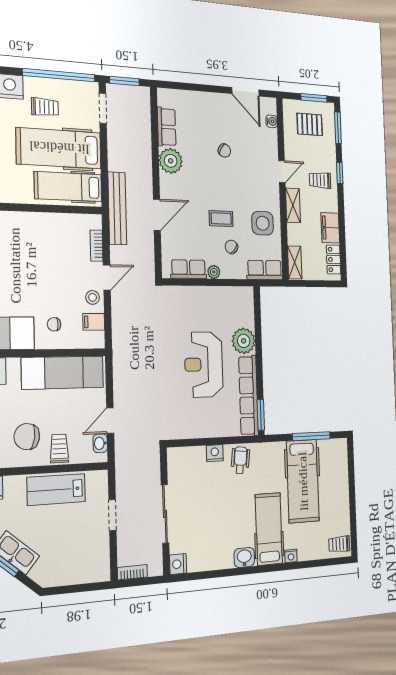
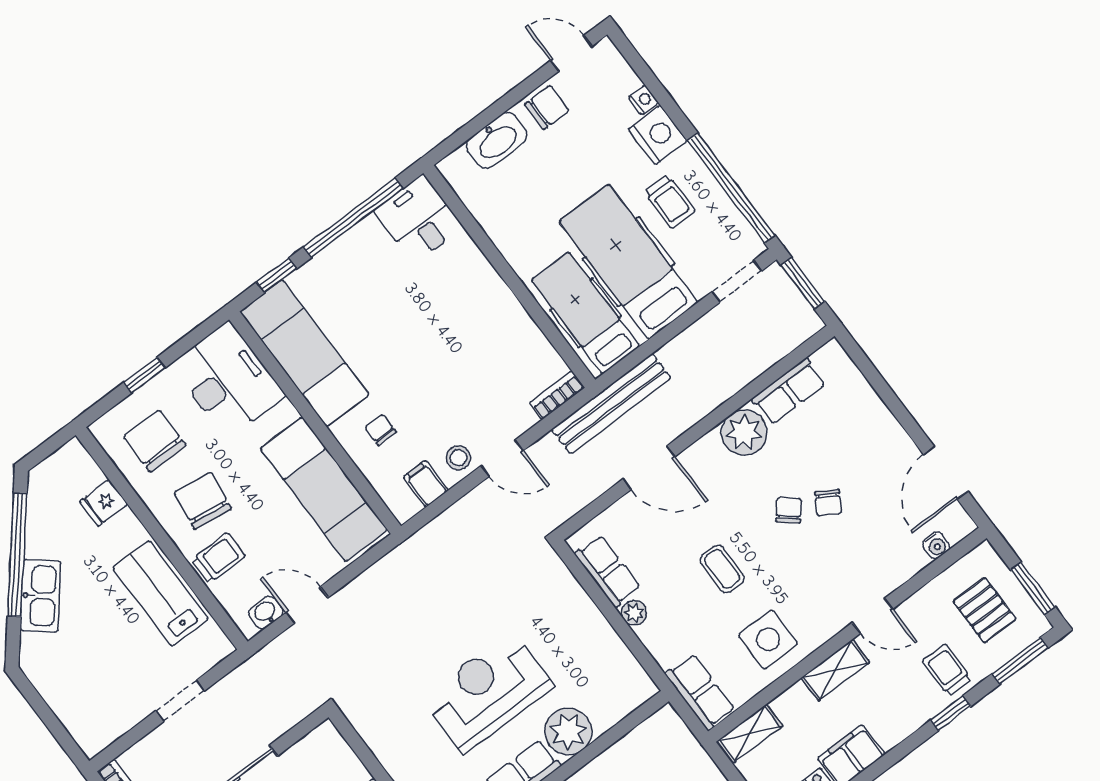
trolley: (320, 180) -> (947, 670), moved
bookcase: (97, 246) -> (557, 395), moved
chair: (231, 247) -> (789, 510), moved

